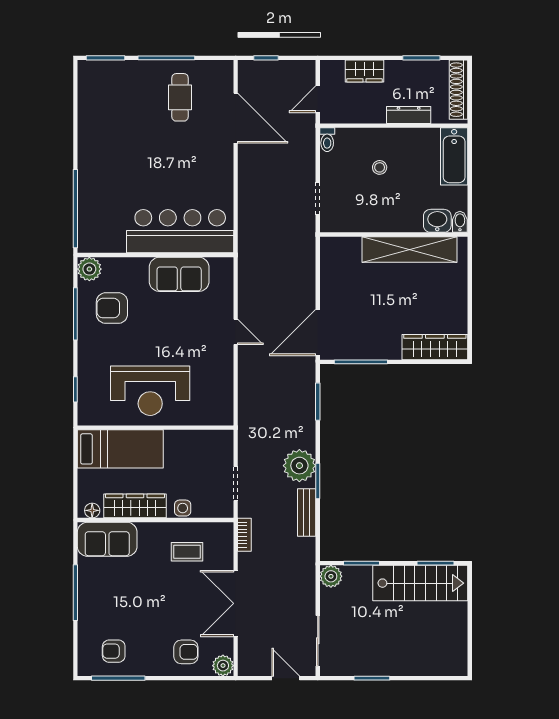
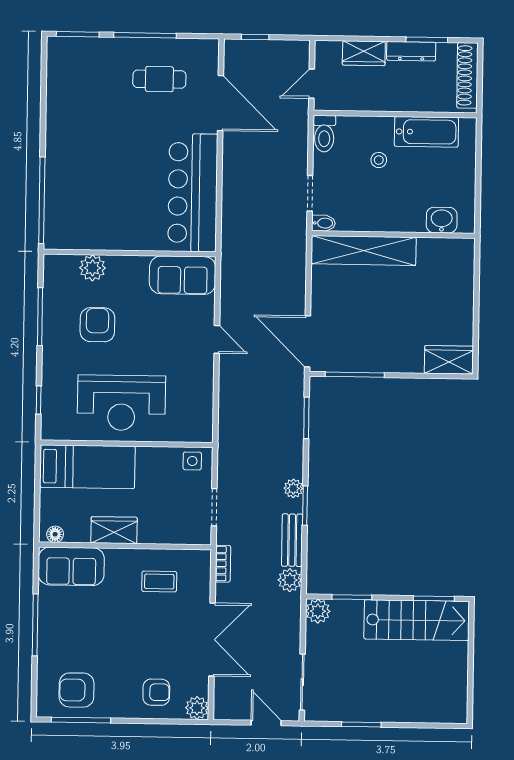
cafe table: (180, 97) -> (159, 79), turned 90
dresser: (409, 115) -> (411, 51), moved, turned 180
toilet: (327, 140) -> (324, 134), width x1.37, depth x1.39
bathtub: (454, 156) -> (426, 132), moved, turned -90
bidet: (460, 222) -> (323, 223), moved, turned 90
bar counter: (180, 231) -> (193, 193), moved, turned -90
shelving: (409, 249) -> (364, 251), moved
plant: (89, 269) -> (93, 268), moved
sofa: (179, 274) -> (183, 275), moved
armchair: (112, 308) -> (97, 325), moved, turned 90
door: (318, 332) -> (308, 341), hinge flipped
wardrobe: (435, 347) -> (449, 360), width x0.67
plant: (299, 466) -> (293, 488), width x0.53, depth x0.53
wardrobe: (135, 506) -> (114, 530), width x0.67
side table: (183, 508) -> (192, 461), moved
plant: (305, 549) -> (290, 580), added
double door: (236, 603) -> (212, 640), swing flipped
armchair: (114, 651) -> (77, 690), width x1.38, depth x1.38

